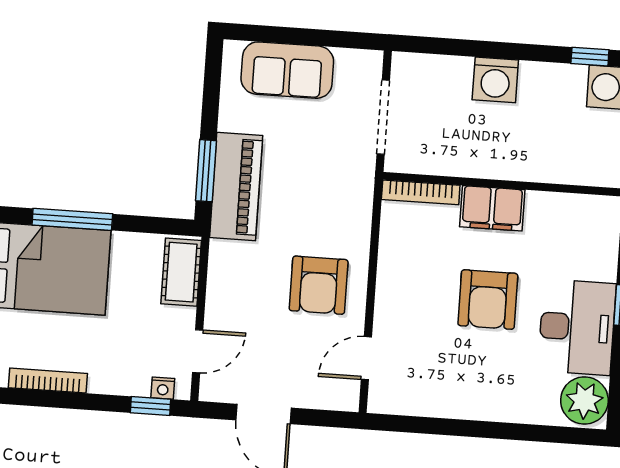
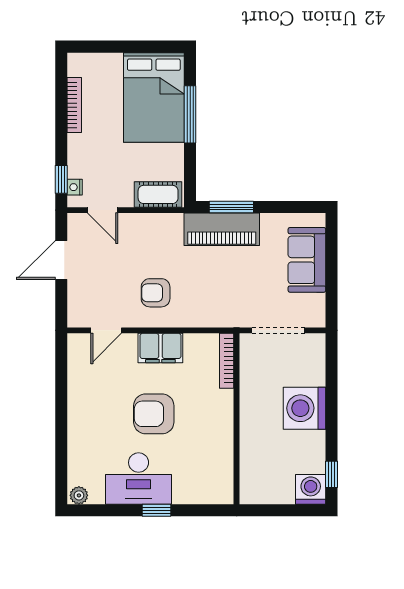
washing machine: (495, 80) -> (305, 408), width x1.37, depth x1.37
filing cabinet: (492, 208) -> (160, 348), moved, turned -90
armchair: (319, 285) -> (156, 293), width x0.72, depth x0.72
door: (366, 358) -> (106, 330), swing flipped
plant: (584, 400) -> (79, 495), width x0.53, depth x0.53

